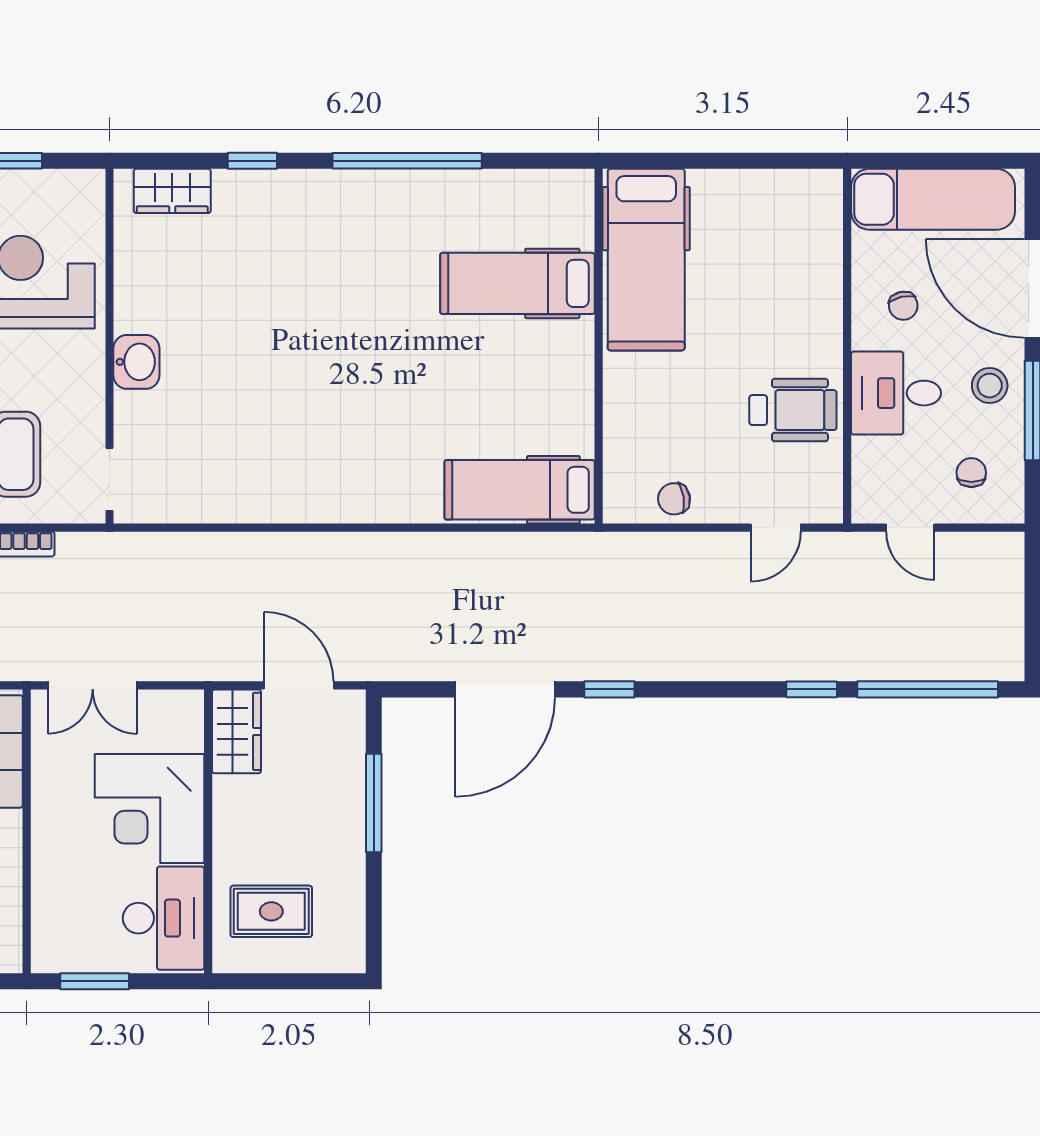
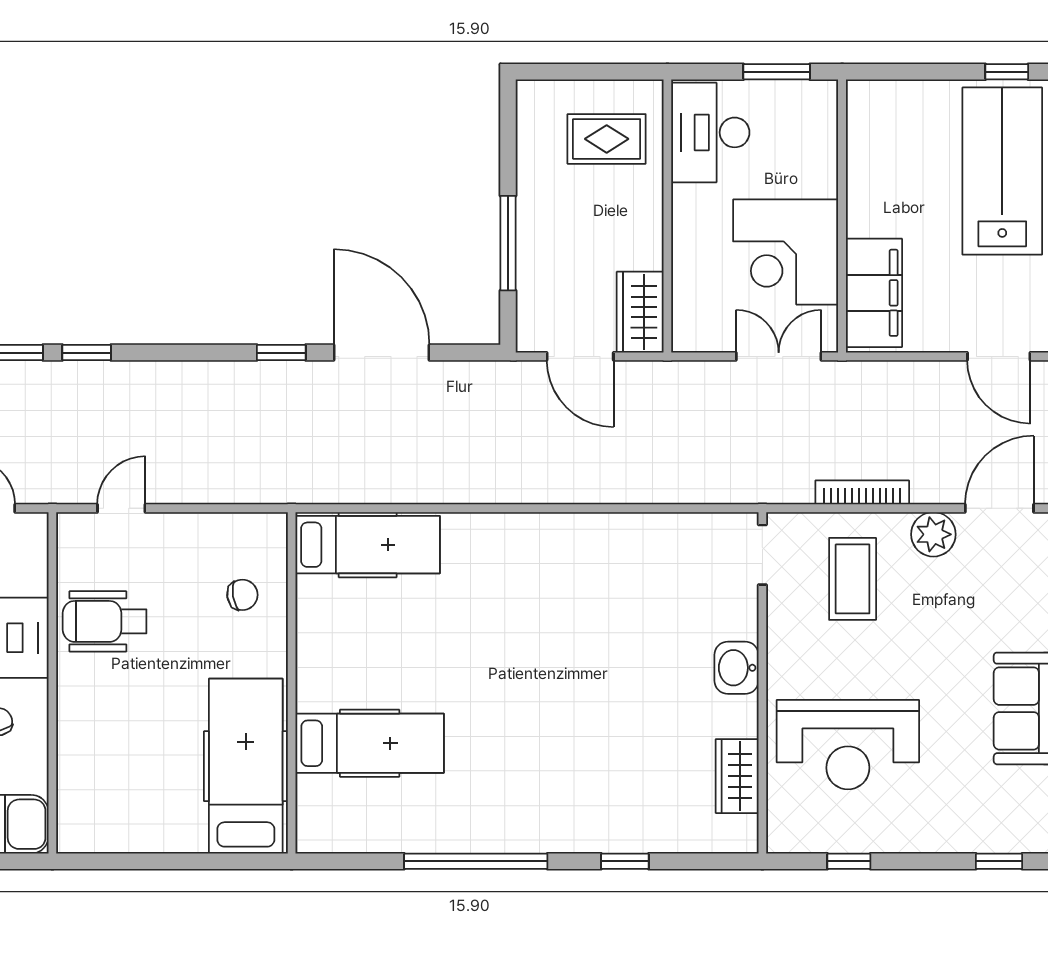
wardrobe: (172, 191) -> (737, 776), moved, turned -90
chair: (674, 499) -> (242, 595), moved
door: (505, 689) -> (382, 353), hinge flipped
corner desk: (150, 809) -> (786, 252), moved, turned 180

